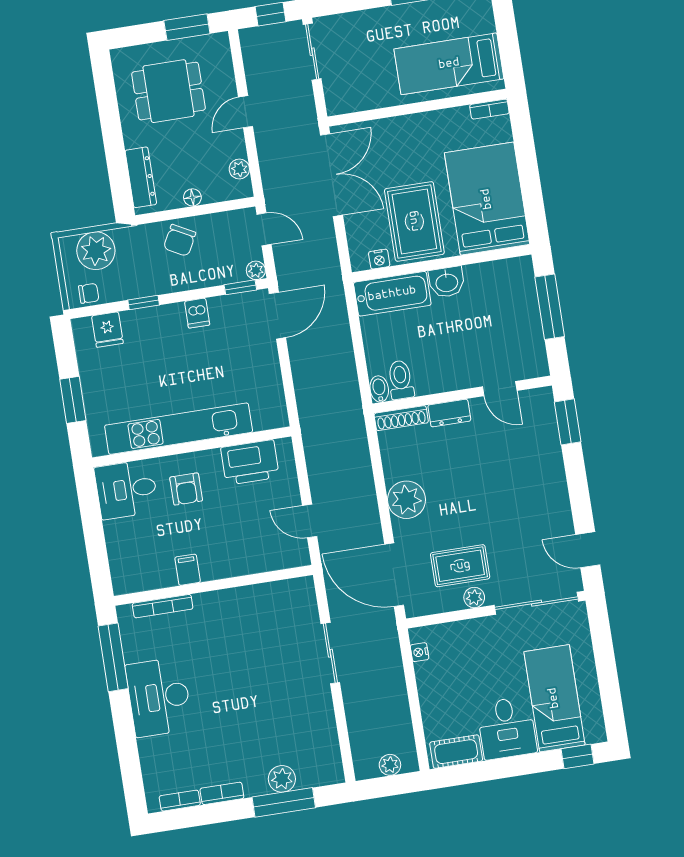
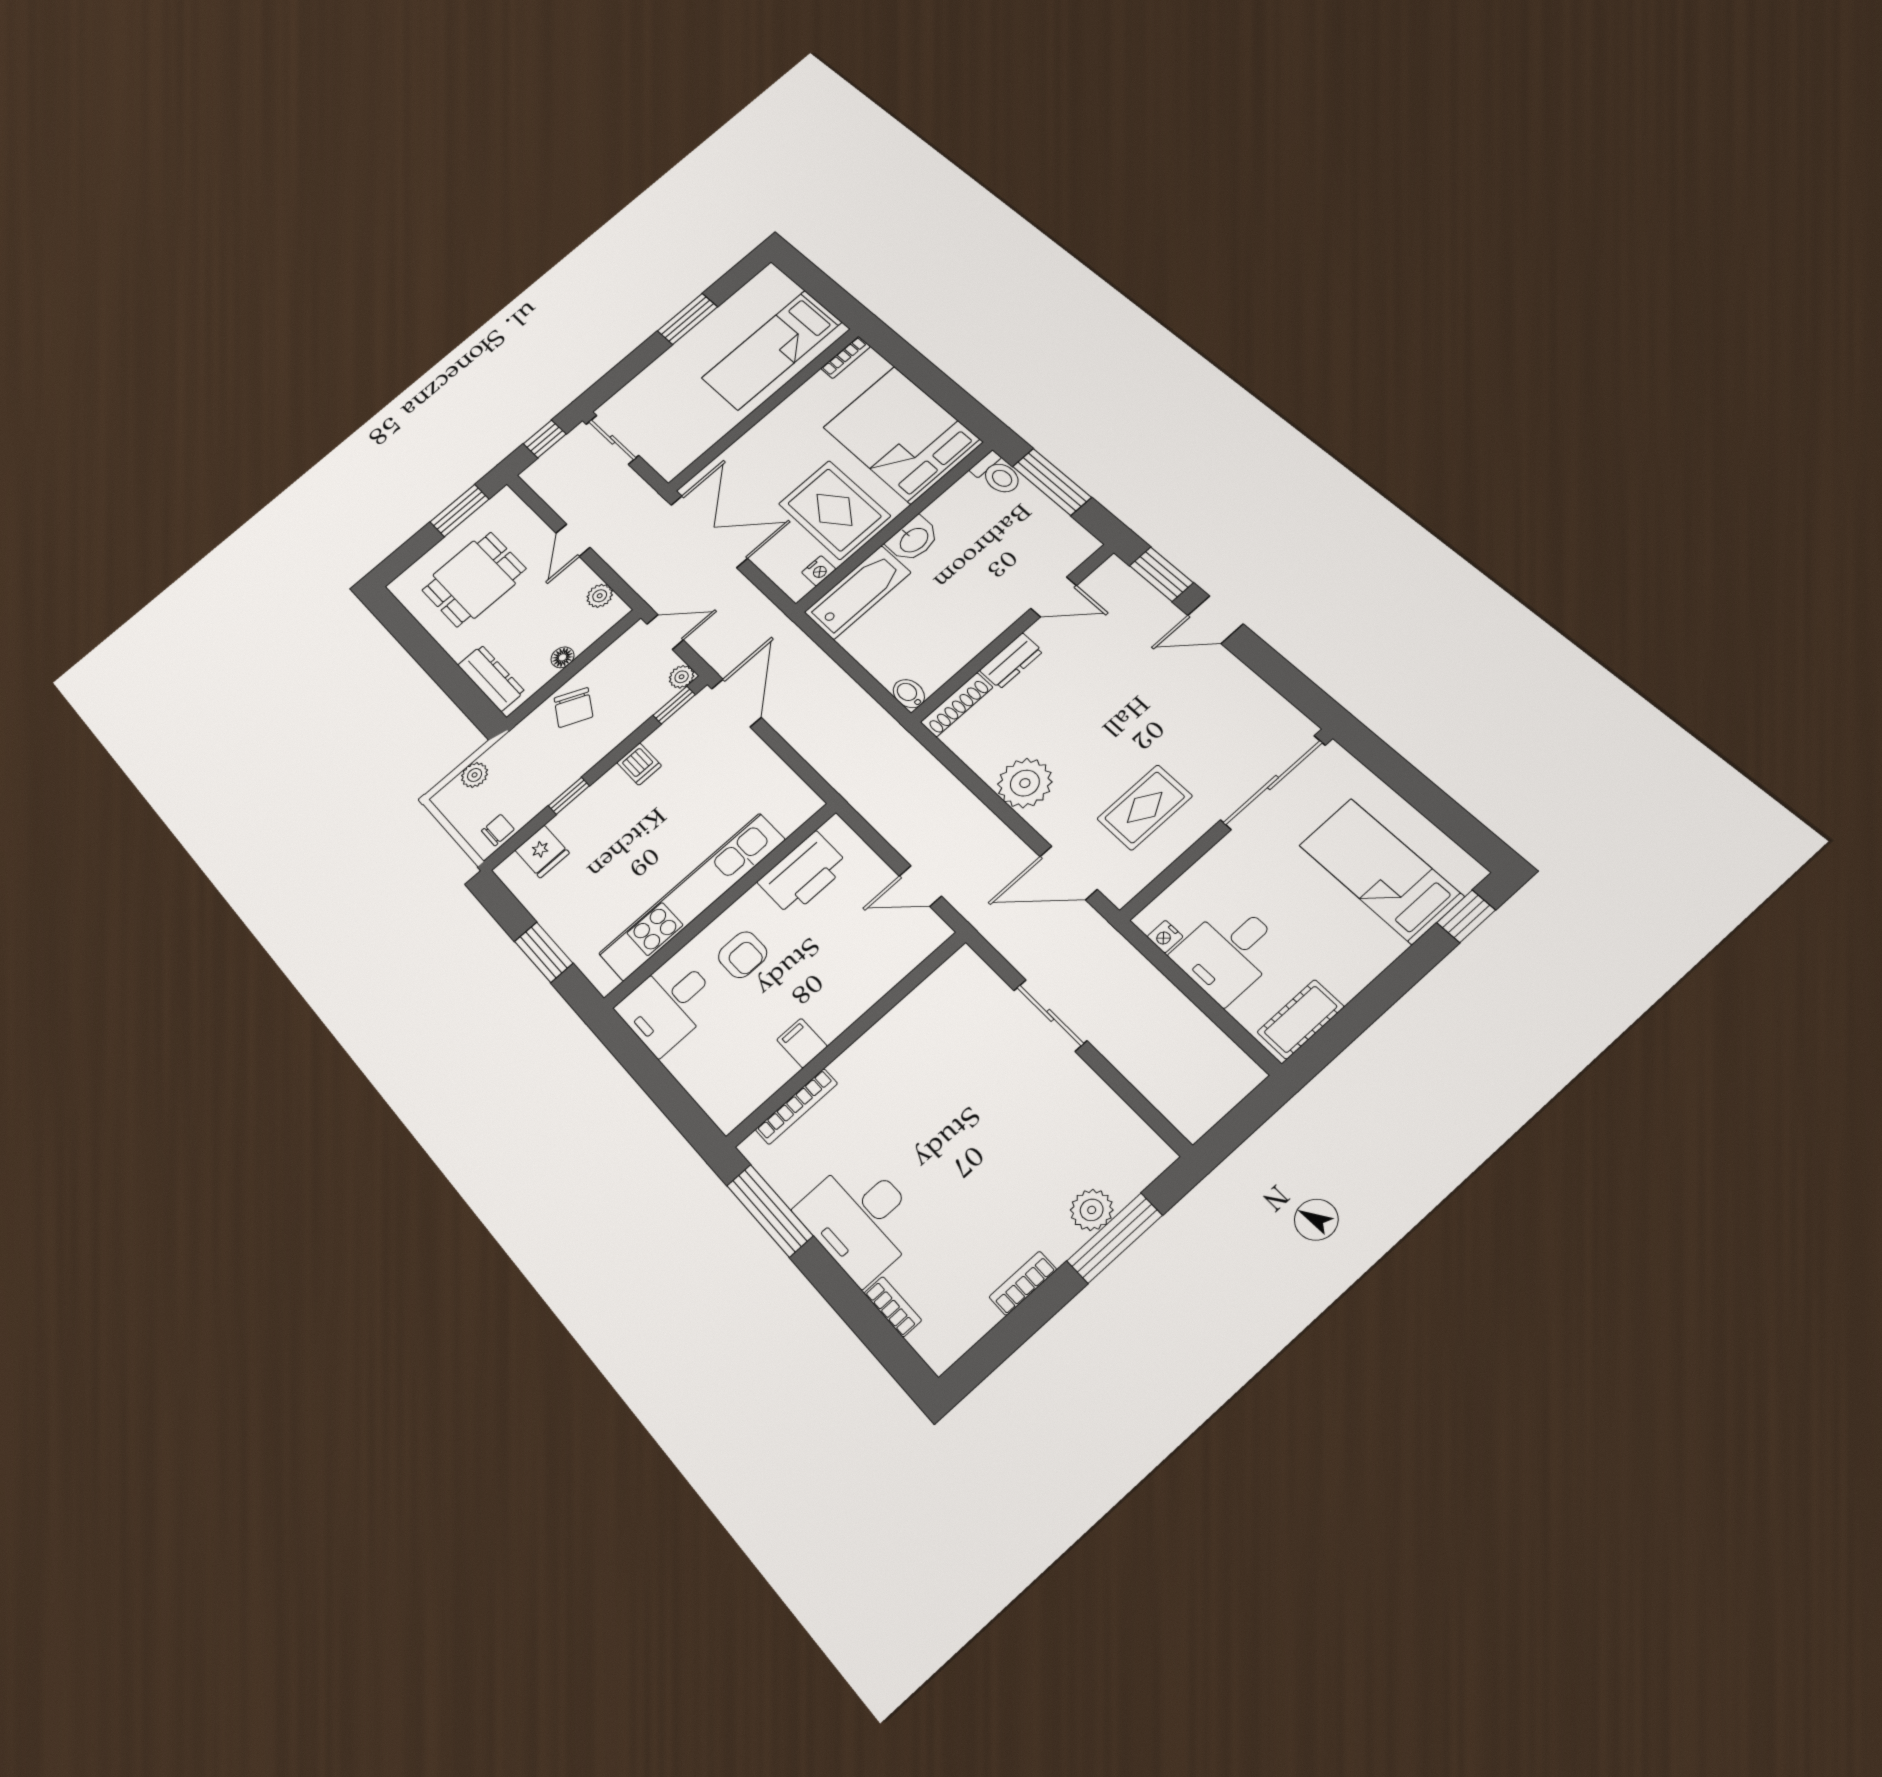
plant: (96, 251) -> (475, 775), width x0.53, depth x0.53
toilet: (401, 380) -> (997, 474), moved, turned 180
door: (588, 550) -> (1215, 620), moved
door: (394, 575) -> (1068, 873), width x0.73
plant: (474, 597) -> (1189, 829), removed
desk: (507, 728) -> (1228, 952), moved, turned 90
plant: (390, 765) -> (1225, 1095), removed
bookcase: (180, 801) -> (893, 1307), moved, turned 90

